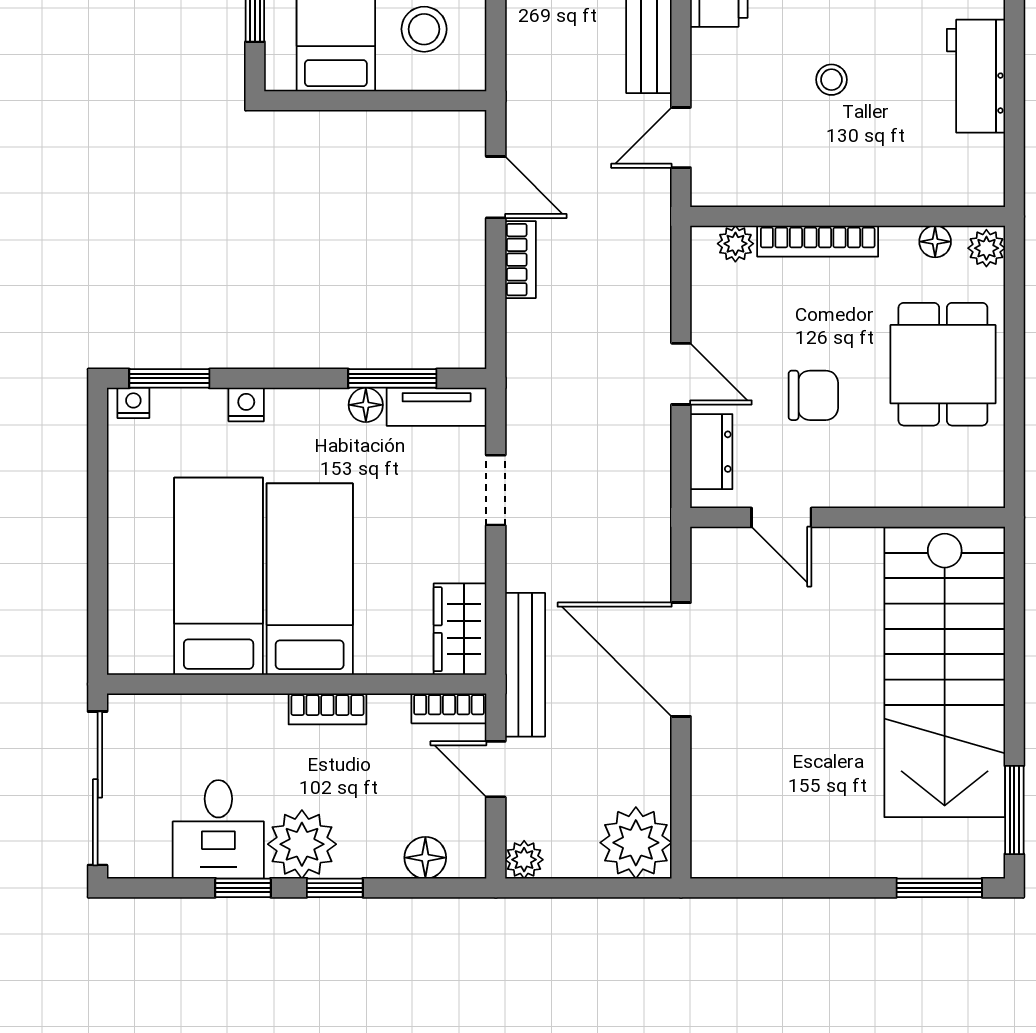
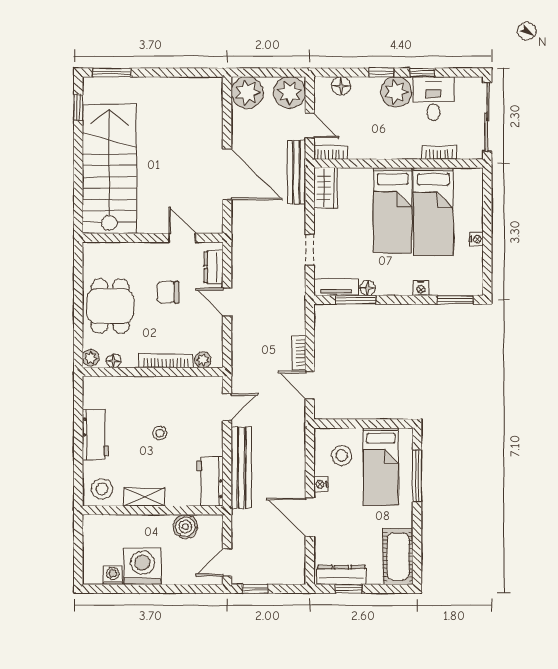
nightstand: (133, 403) -> (476, 239), moved, turned -90
bookcase: (327, 709) -> (439, 152), moved
window: (1014, 810) -> (78, 107), width x0.67
plant: (524, 860) -> (290, 93), width x1.87, depth x1.87

